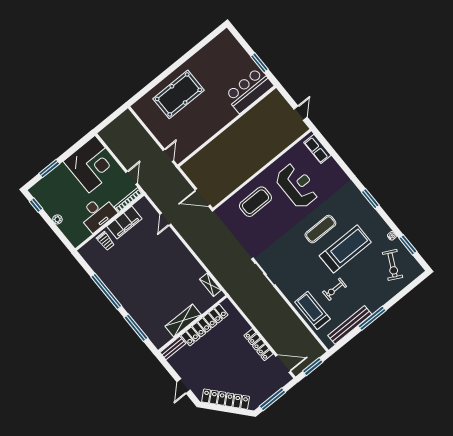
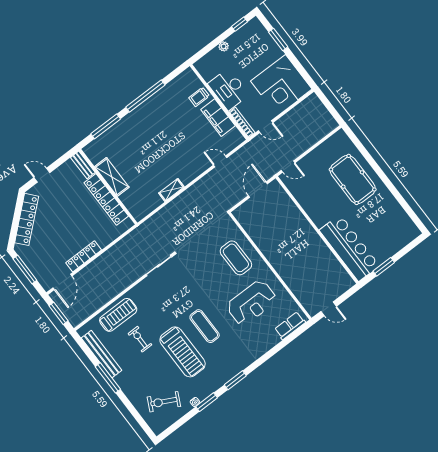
bar counter: (249, 90) -> (349, 248), width x1.36
door: (203, 198) -> (258, 190), moved
window: (408, 245) -> (207, 402), moved
shelving: (210, 285) -> (171, 190), moved

